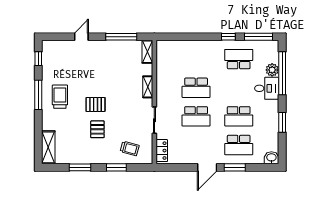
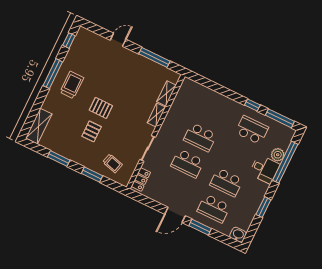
shelving: (147, 52) -> (167, 93), moved

